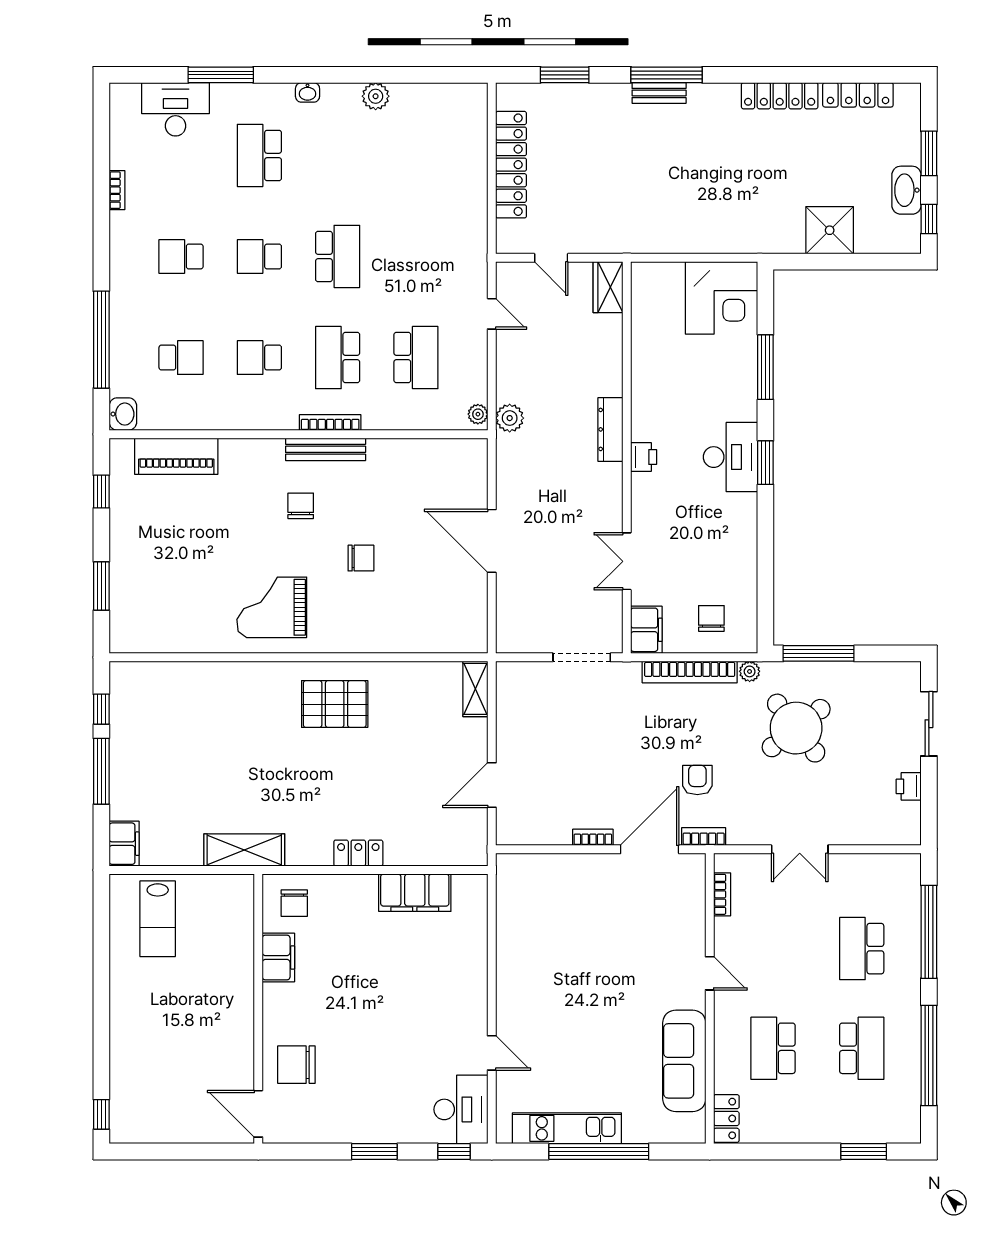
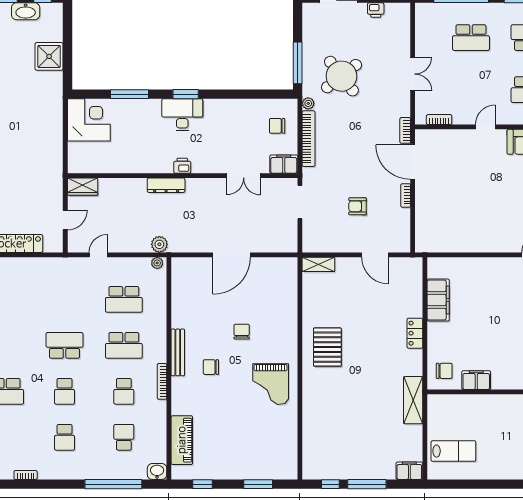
school desk: (416, 358) -> (124, 299), turned 180
bookcase: (330, 422) -> (162, 381), moved
armchair: (697, 780) -> (358, 206), moved

